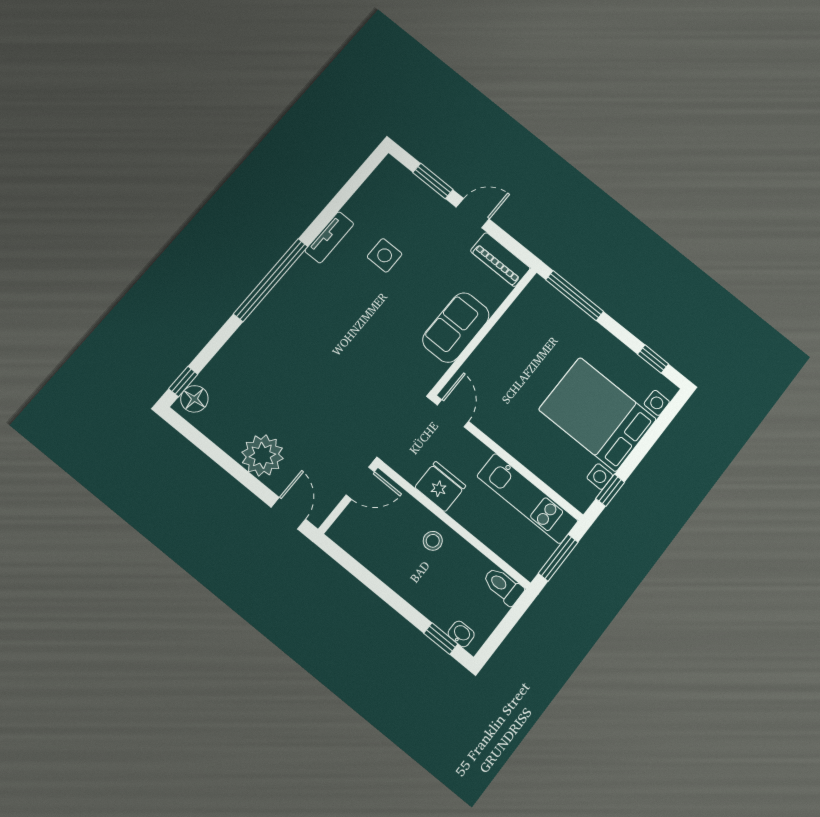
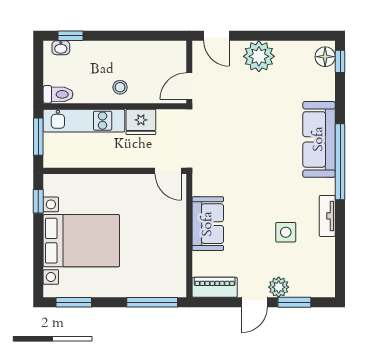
plant: (436, 208) -> (279, 287), added
sofa: (273, 320) -> (319, 139), added
window: (653, 359) -> (74, 302), width x1.50
kitchen unit: (527, 498) -> (84, 121), moved, turned 180

